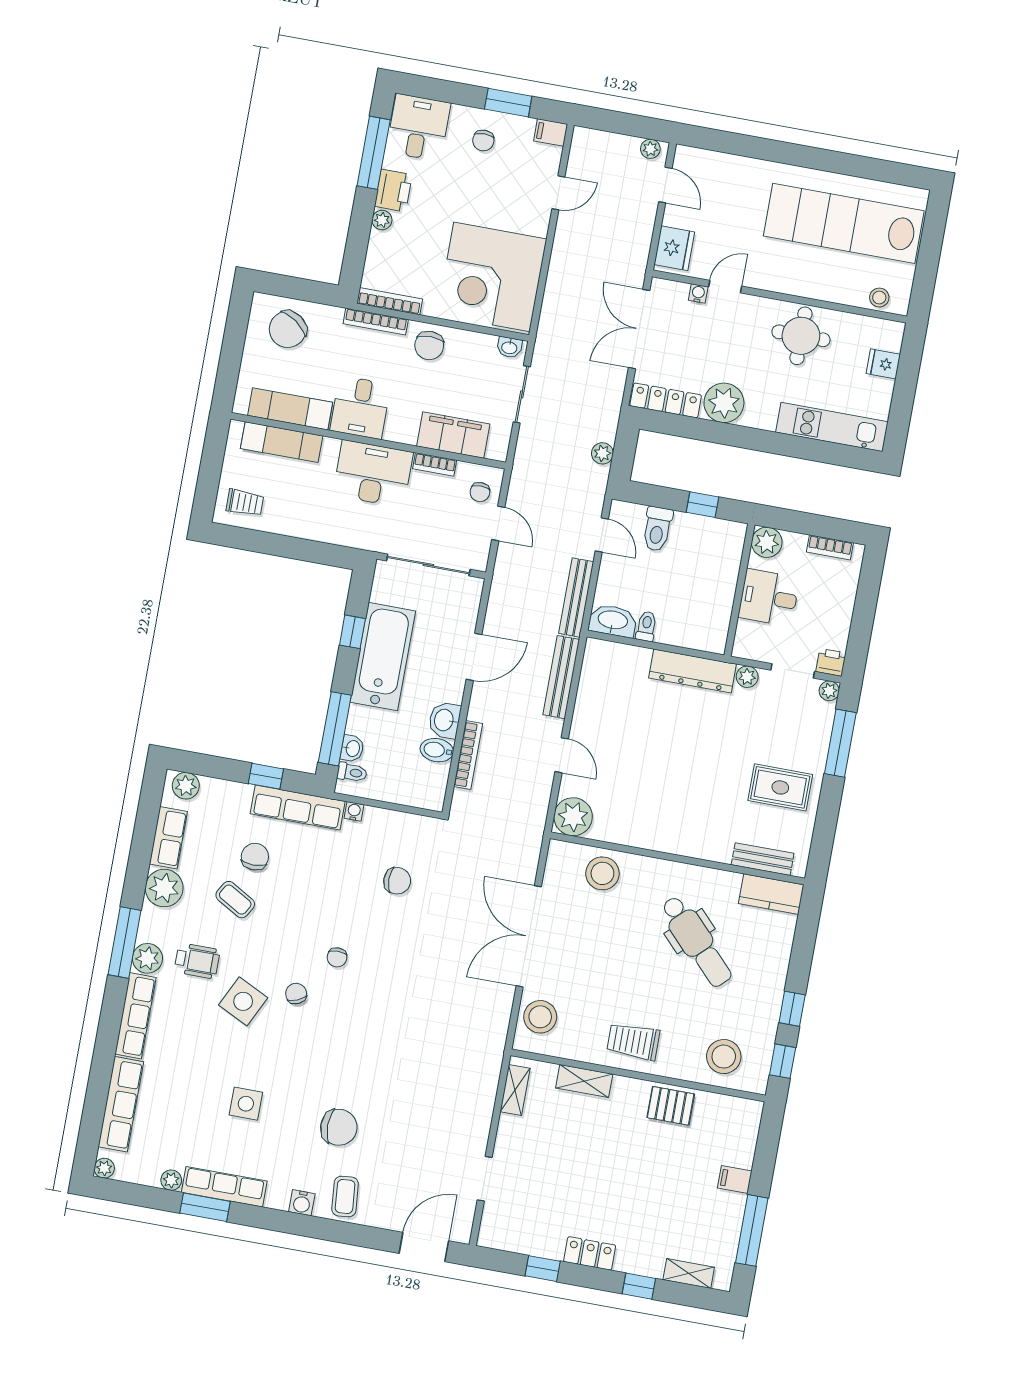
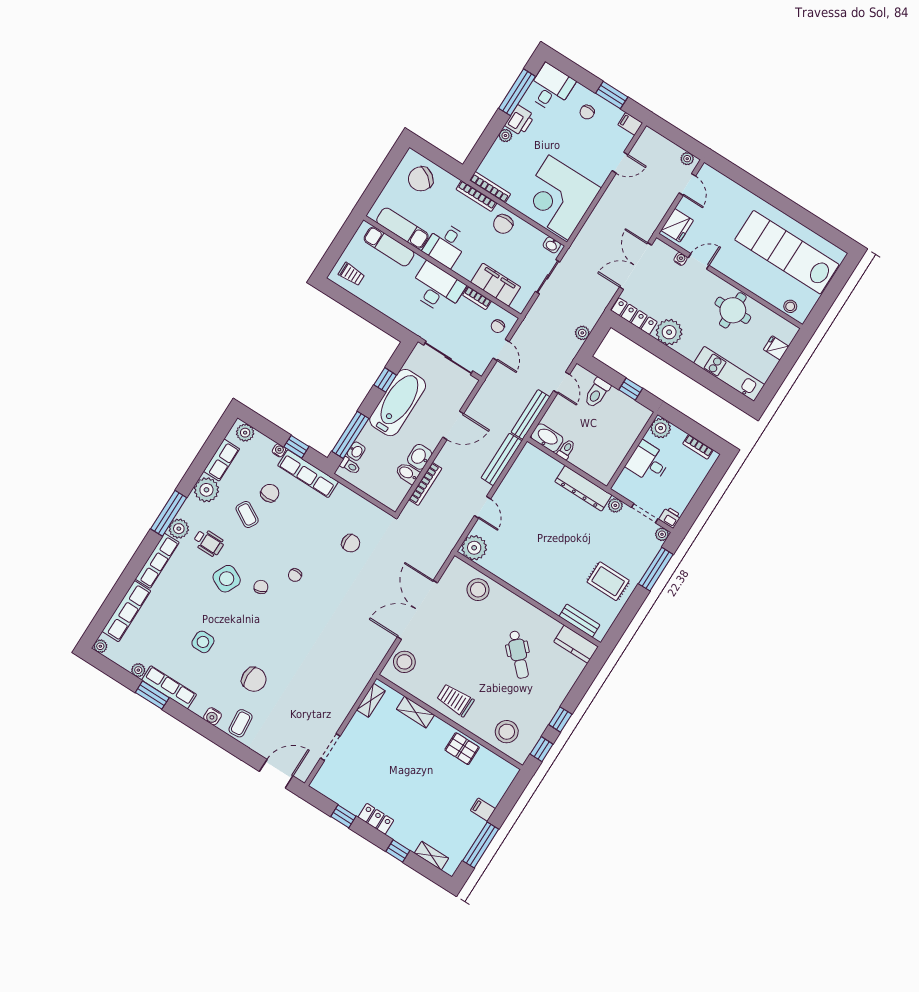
water cooler: (354, 811) -> (279, 450), moved
dental chair: (696, 941) -> (519, 655), width x0.73, depth x0.72

